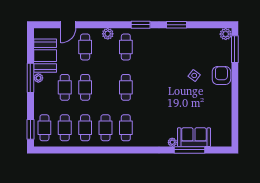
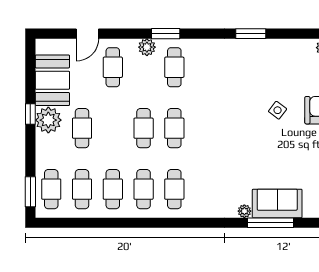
window: (141, 25) -> (166, 34), moved
window: (30, 78) -> (30, 114), width x0.46
plant: (38, 78) -> (48, 120), width x1.88, depth x1.88
cafe table: (85, 87) -> (144, 128), moved

